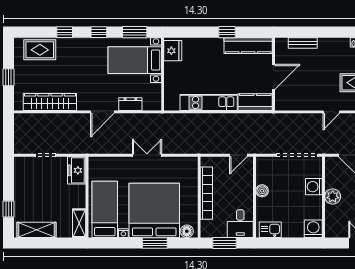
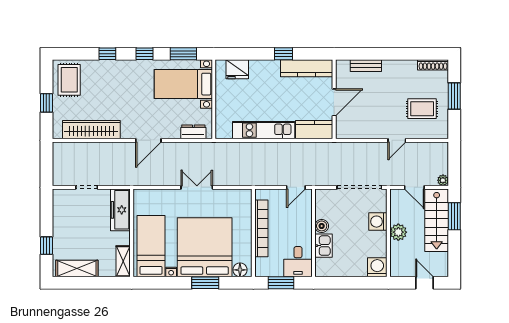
rug: (40, 50) -> (69, 80), moved, turned 90
fridge: (173, 51) -> (237, 69), moved, turned 90
dresser: (130, 104) -> (193, 132), moved
freezer: (77, 170) -> (120, 210), width x1.40
kitchen sink: (270, 230) -> (324, 246), moved, turned 90

